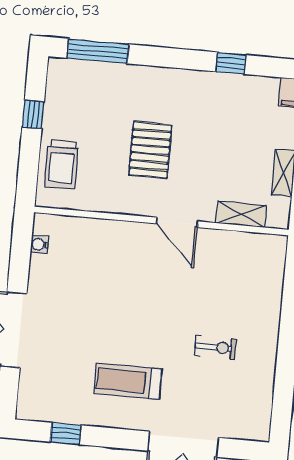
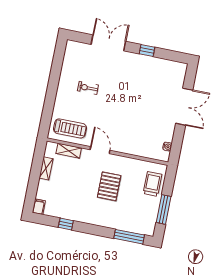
window: (33, 114) -> (164, 209), width x2.17
treadmill: (128, 381) -> (70, 128), moved
window: (66, 434) -> (147, 51), moved

